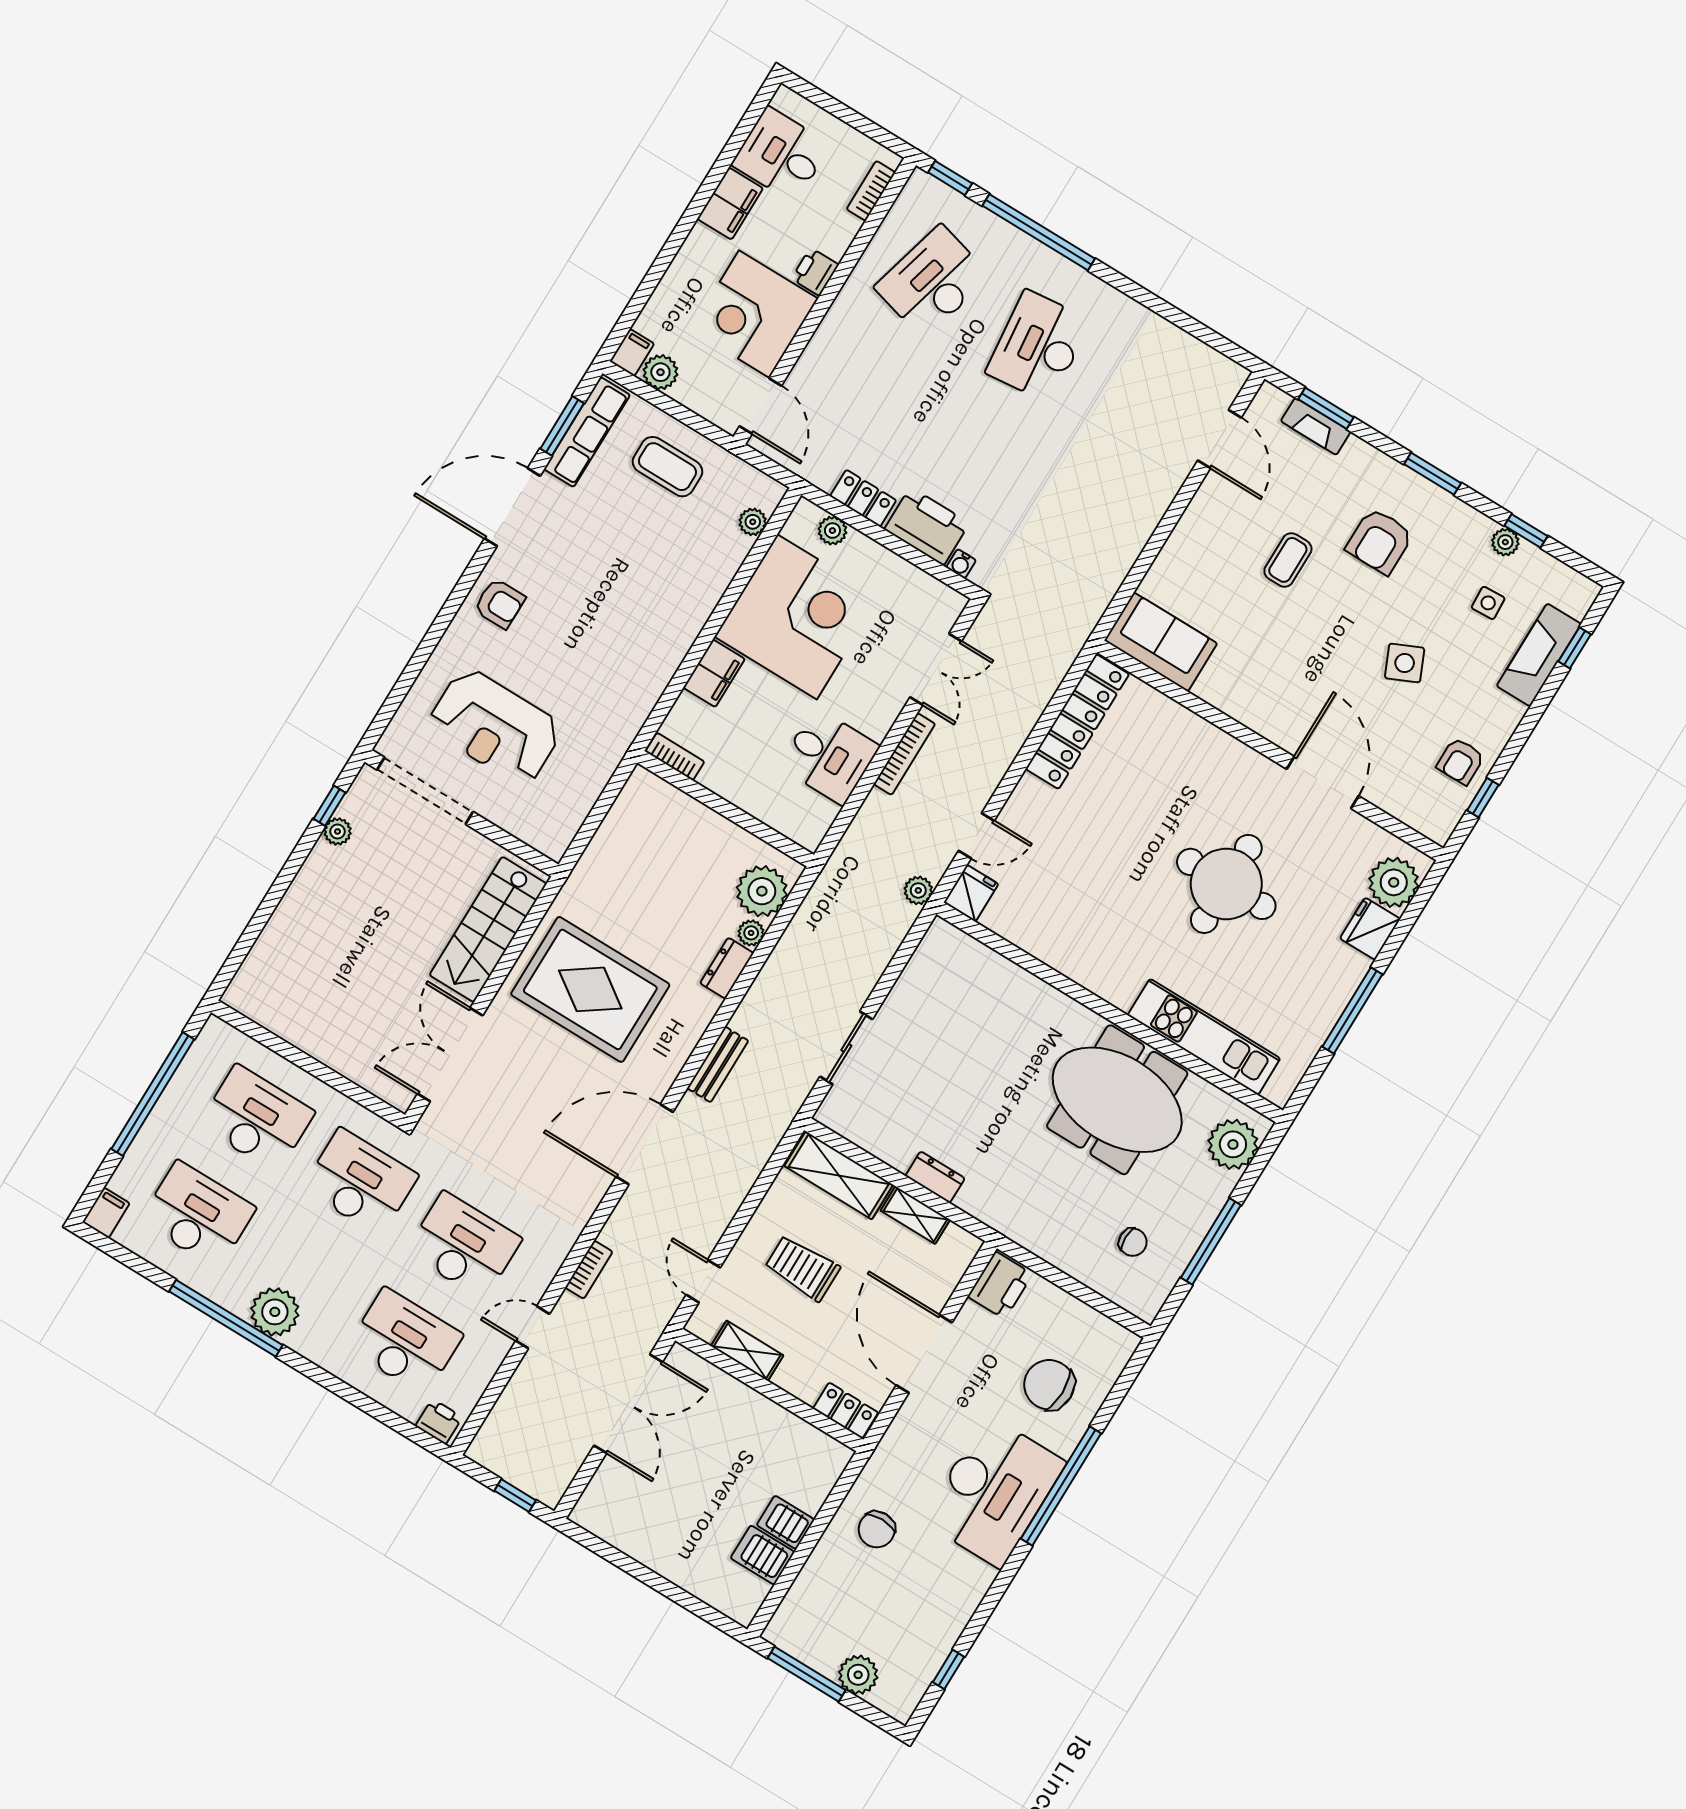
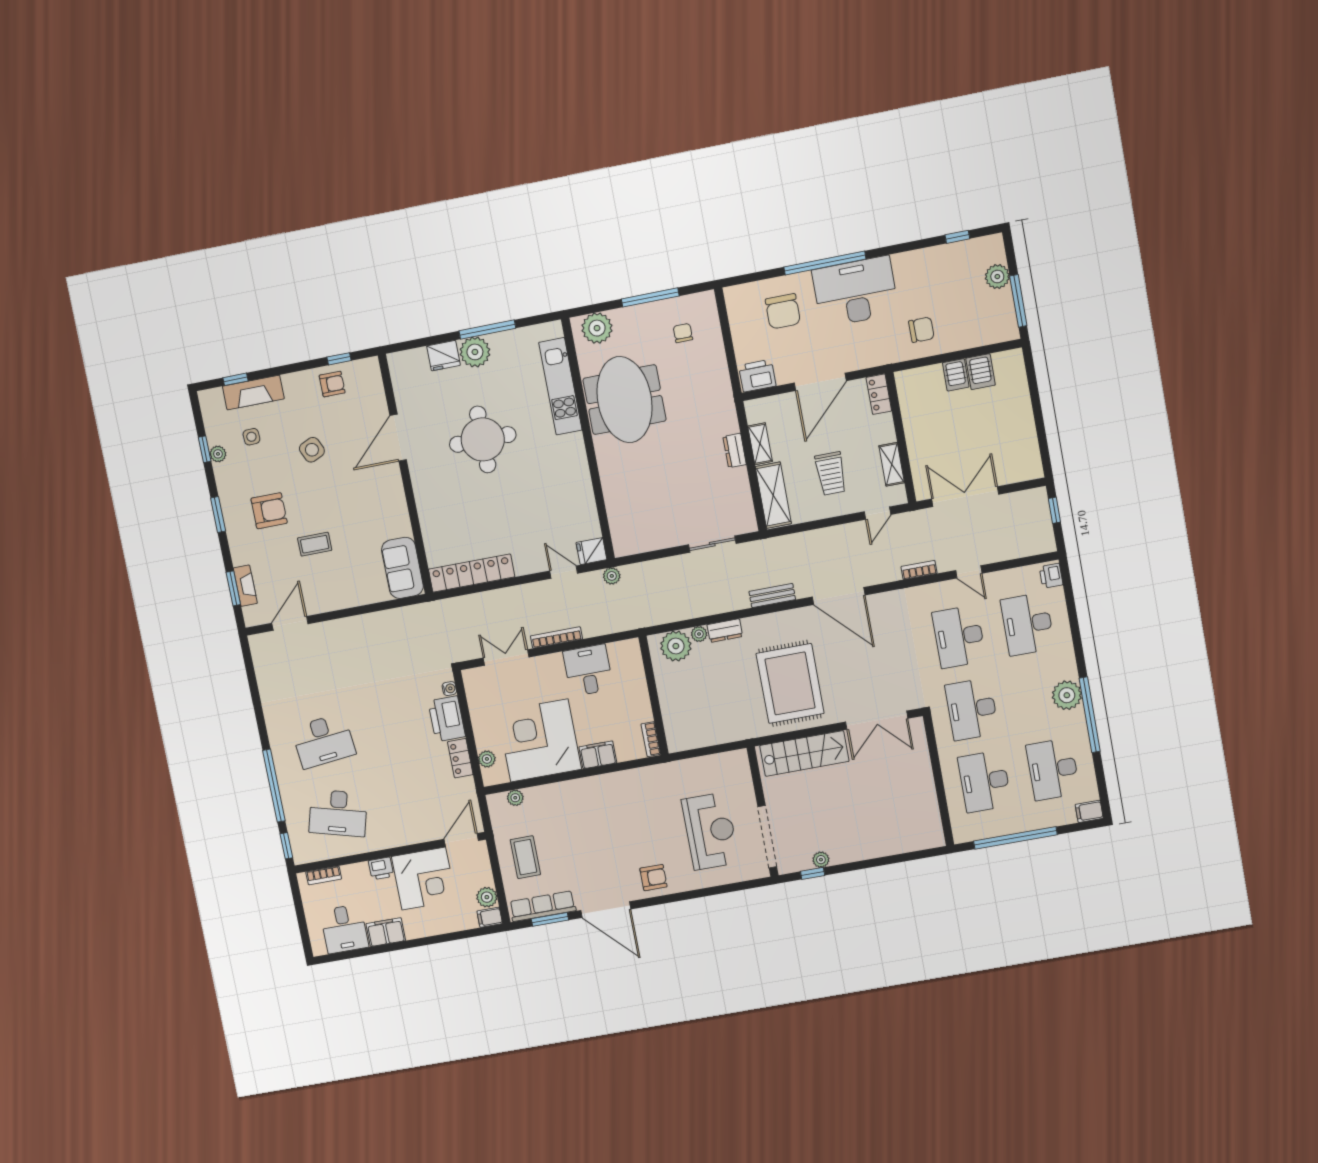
armchair: (500, 603) -> (653, 878), turned 90
plant: (1394, 882) -> (475, 352), moved

